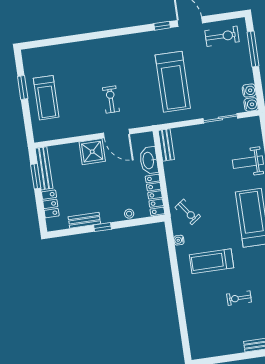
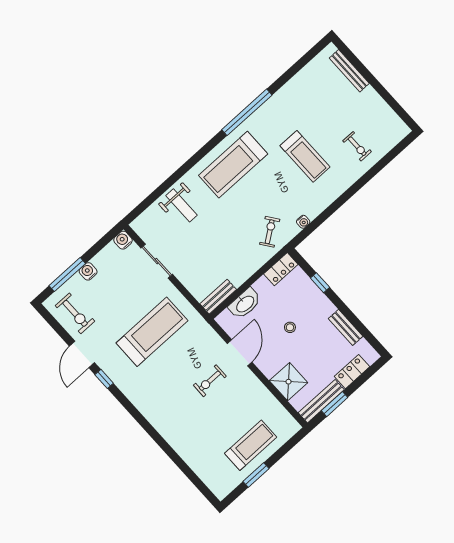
exercise bike: (222, 36) -> (75, 313), turned 180
water cooler: (249, 91) -> (88, 271), moved
shower: (92, 152) -> (289, 382), moved
locker: (155, 195) -> (281, 269), width x0.66
stool: (129, 214) -> (290, 327), moved
window: (102, 227) -> (320, 283), moved
treadmill: (211, 261) -> (305, 156), moved
exercise bike: (239, 298) -> (357, 146), moved

